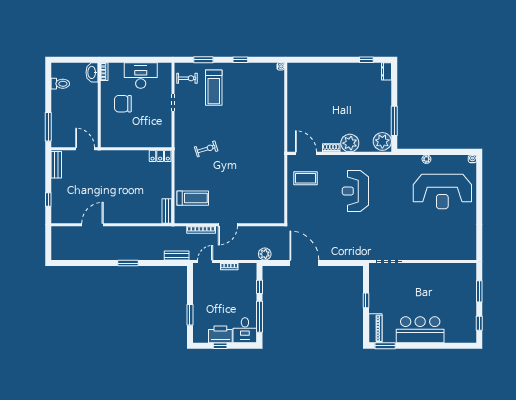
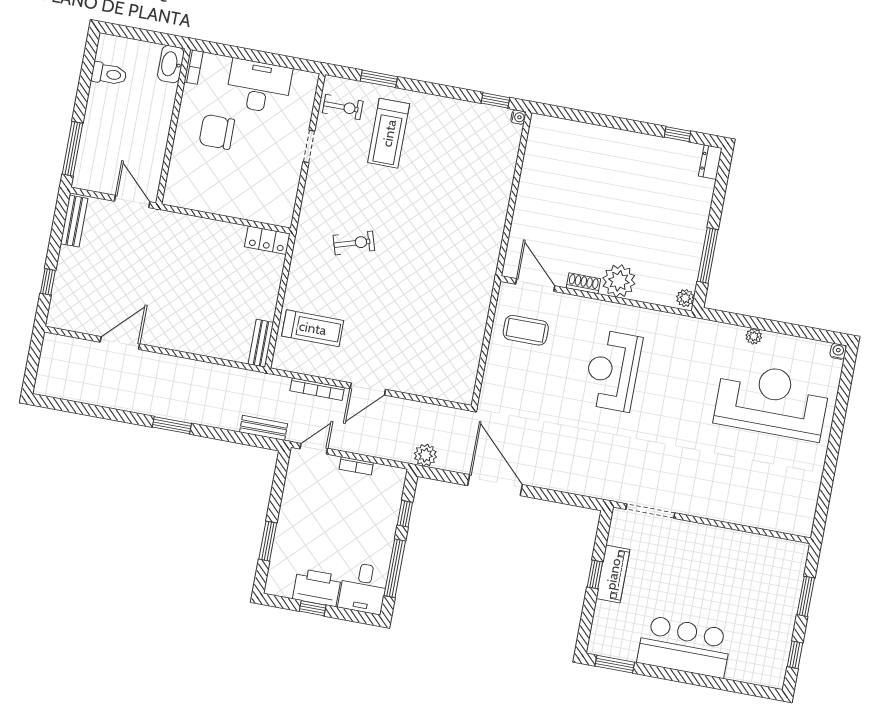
window: (240, 60) -> (495, 100), moved
plant: (382, 141) -> (685, 298), width x0.53, depth x0.53
reception desk: (442, 192) -> (772, 401), turned 180
piano: (375, 328) -> (613, 574), moved

